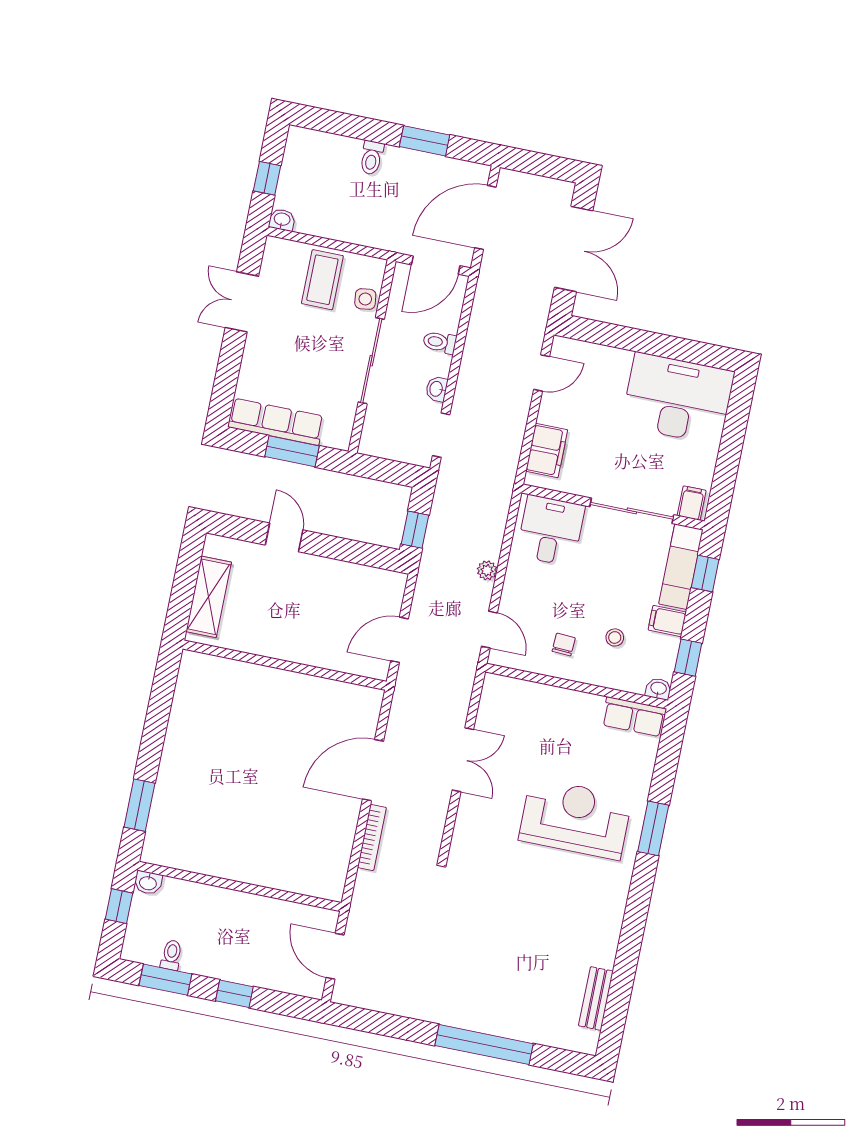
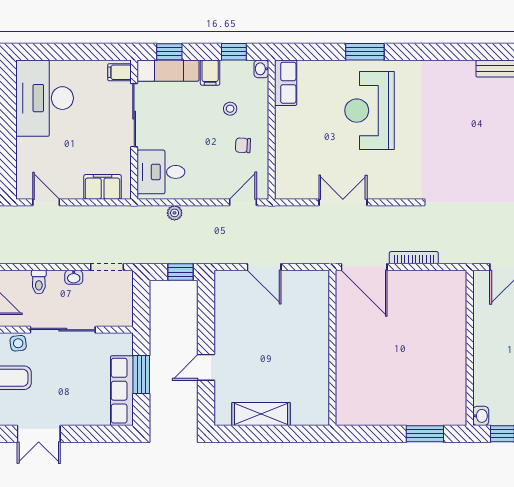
plant: (487, 570) -> (175, 213), moved
wall: (285, 665) -> (332, 348), moved

